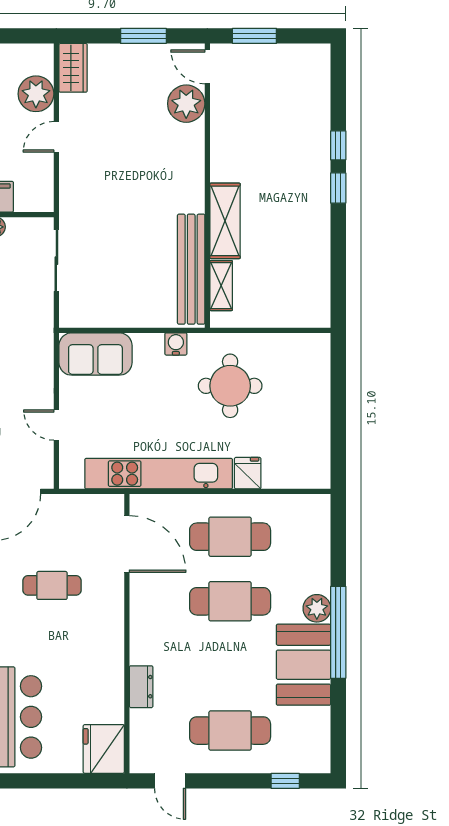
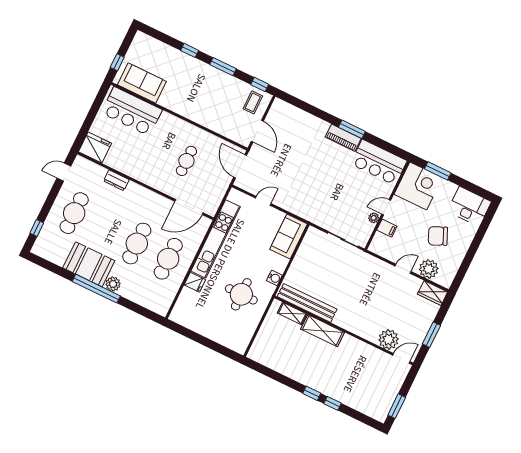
window: (254, 36) -> (397, 406), moved
door: (56, 137) -> (403, 269), hinge flipped

